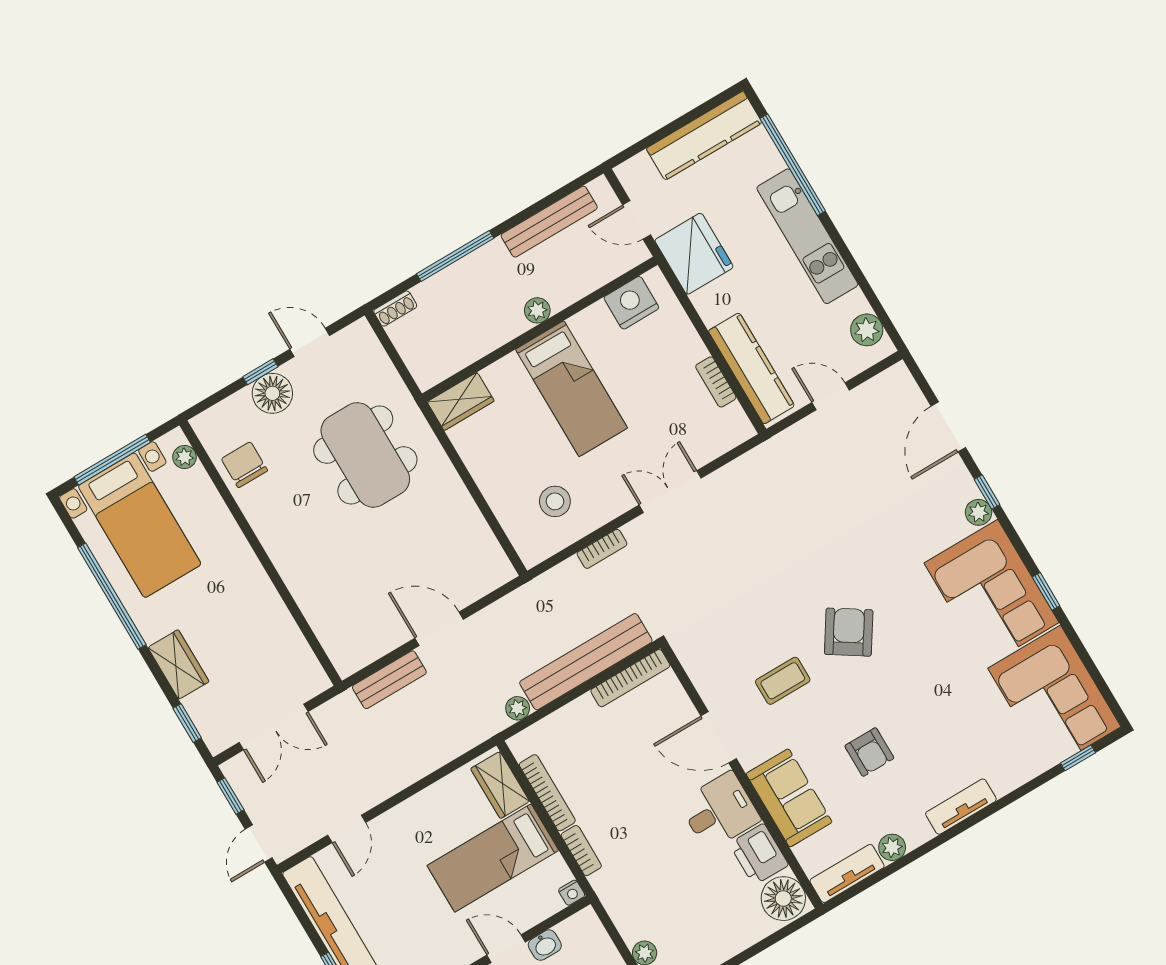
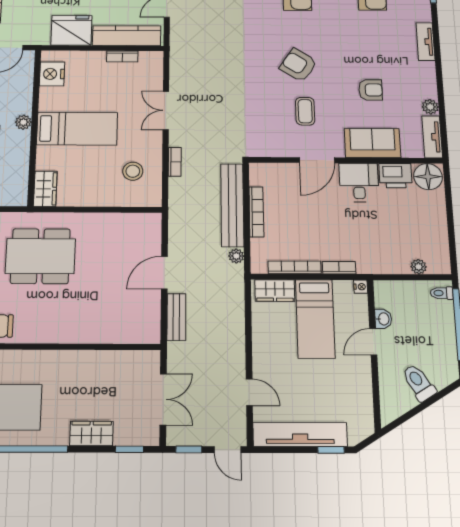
fridge: (694, 254) -> (71, 30), moved
bookcase: (630, 678) -> (256, 212), moved
tv unit: (961, 807) -> (426, 42), moved

